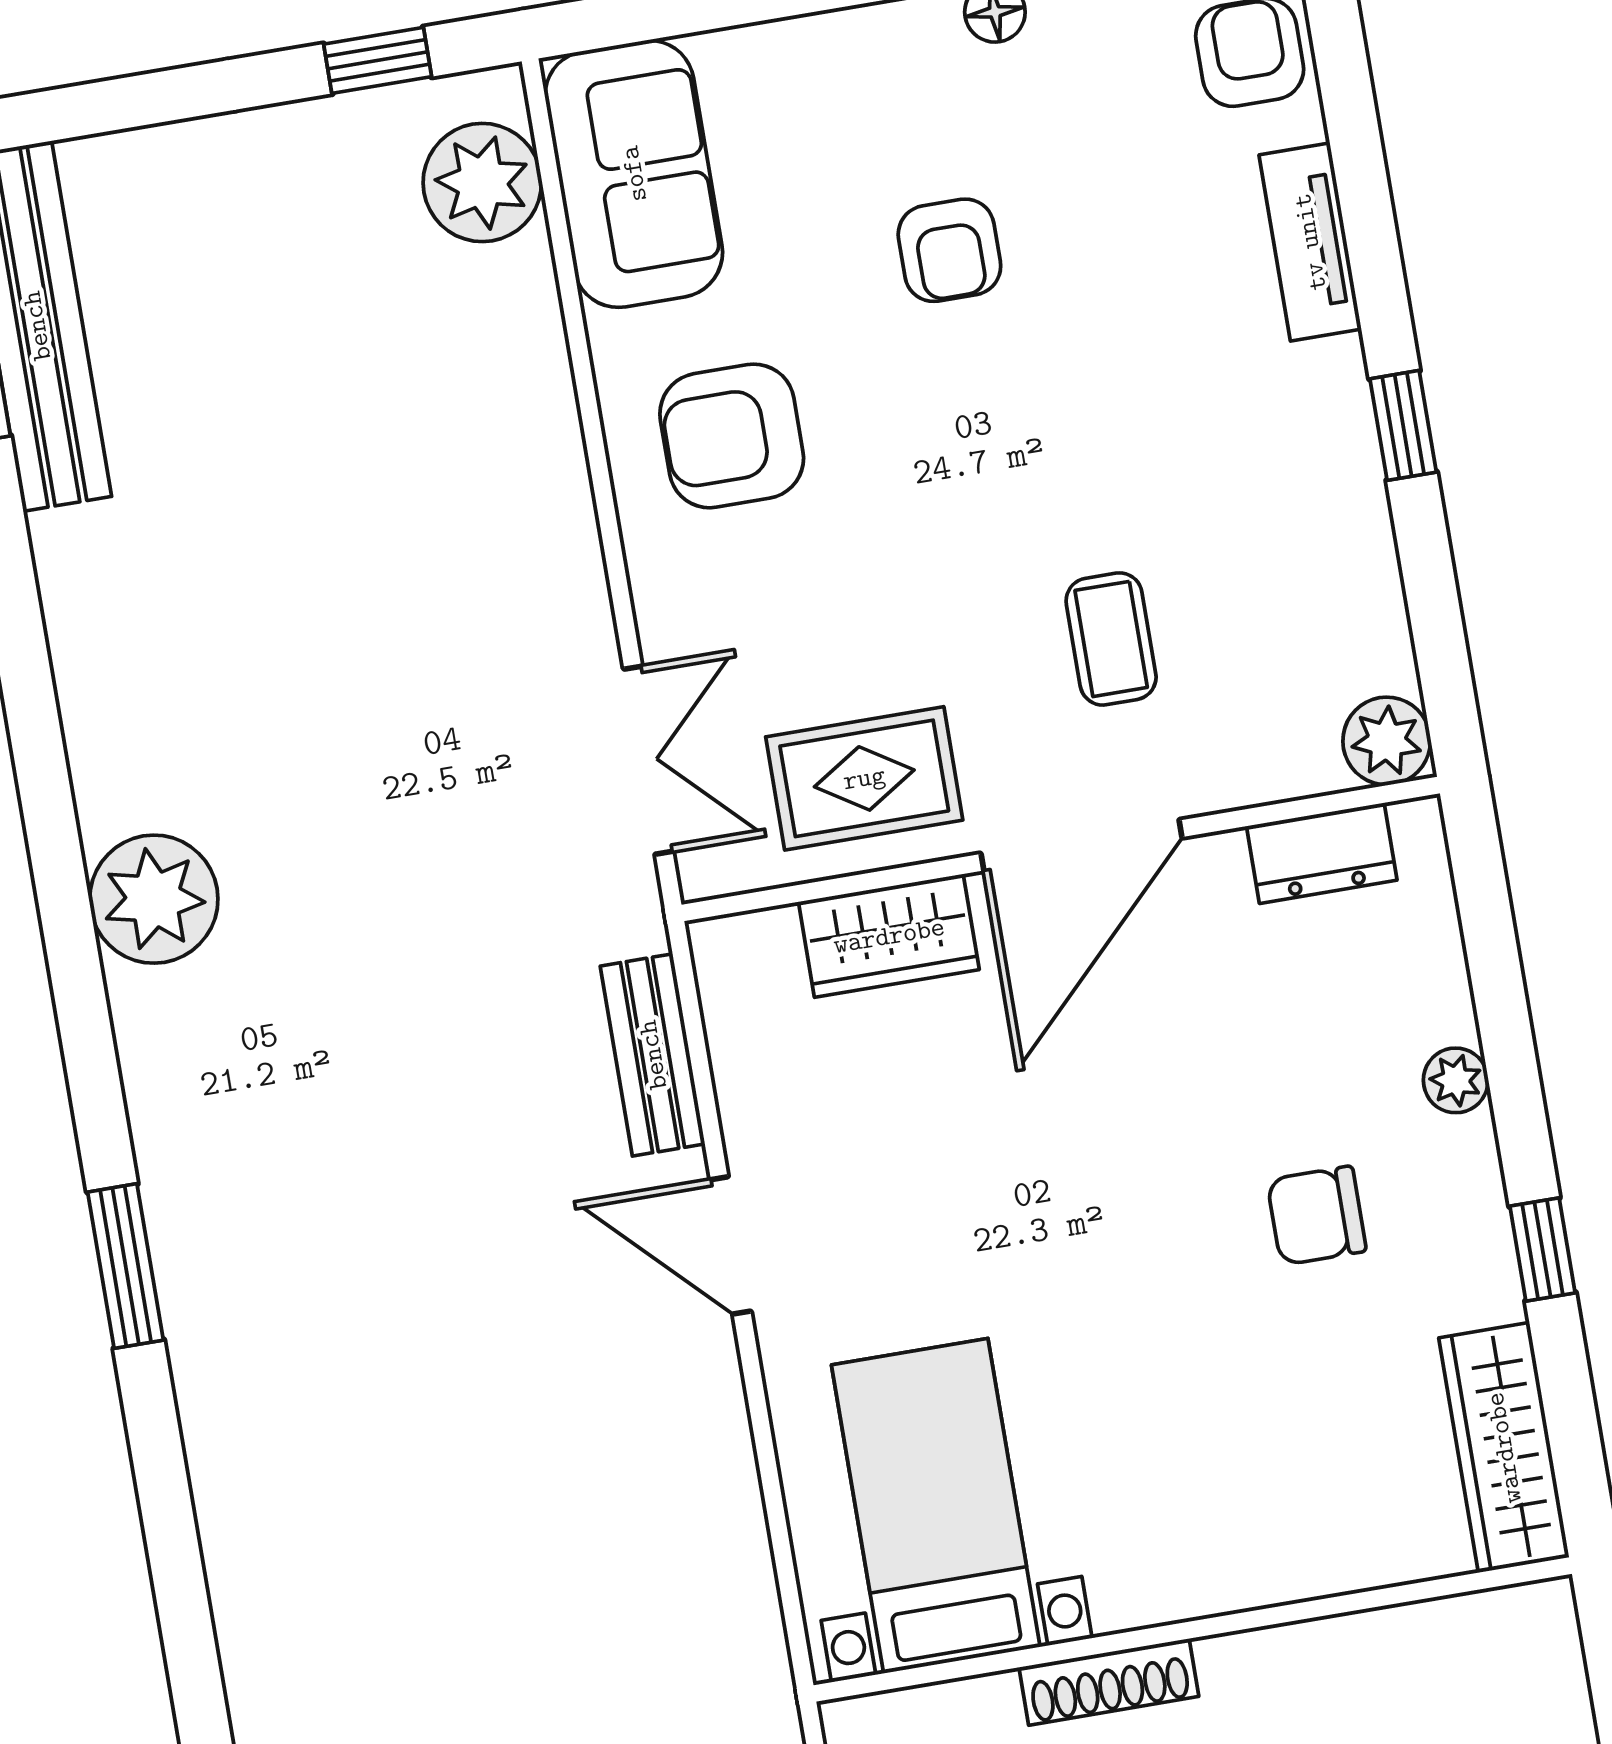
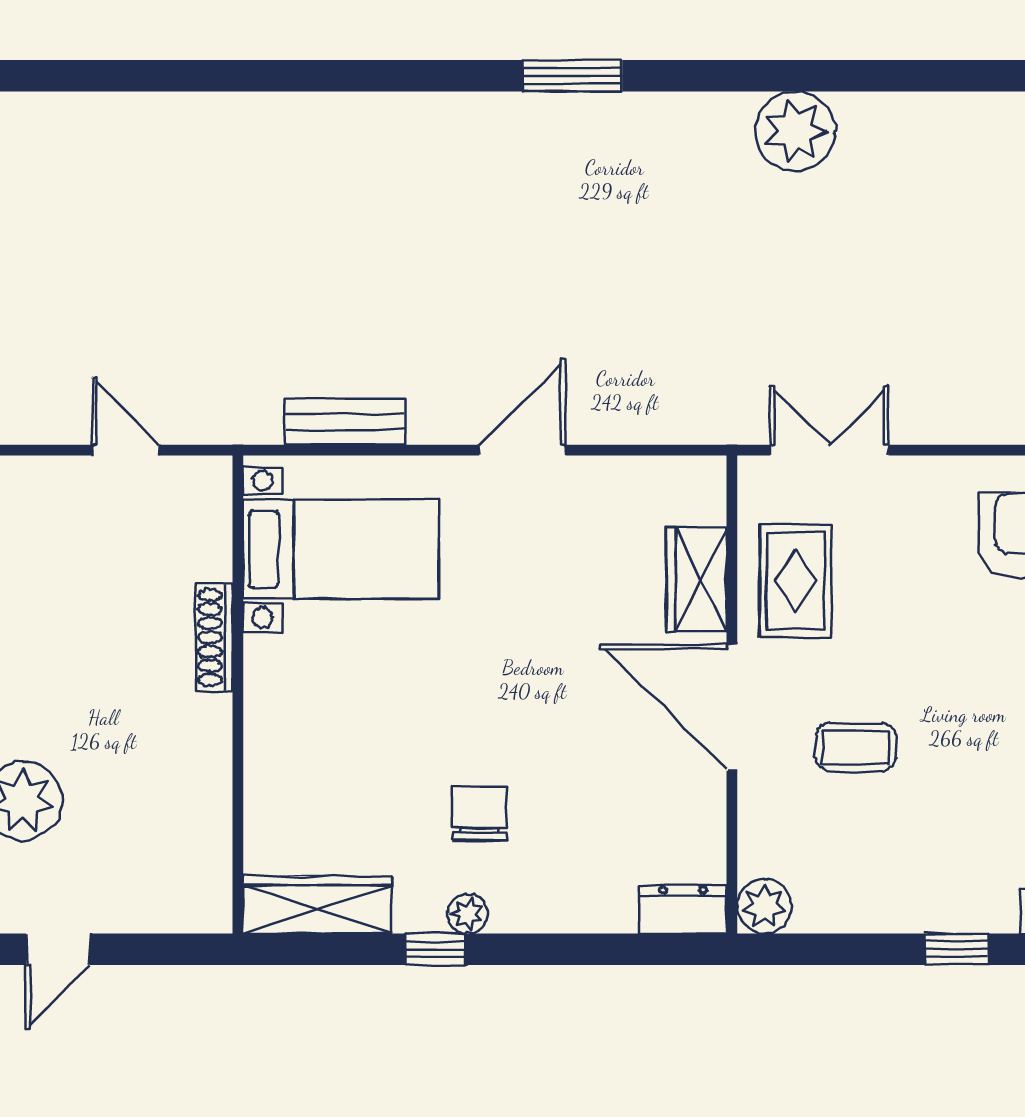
double door: (648, 760) -> (829, 450), swing flipped
dresser: (1322, 853) -> (683, 909), moved, turned 90
bench: (653, 1055) -> (345, 422), moved
plant: (1456, 1080) -> (468, 913), moved

